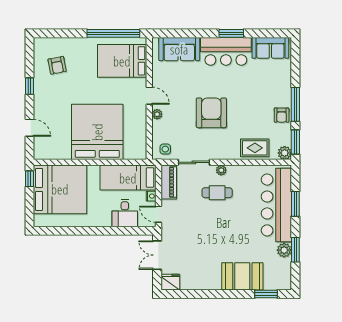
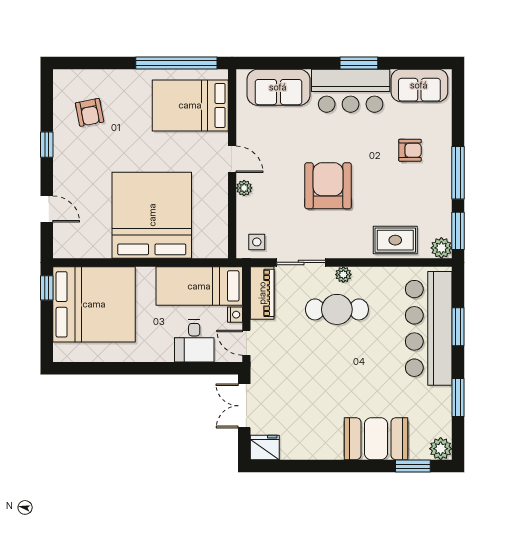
armchair: (282, 115) -> (410, 150), moved, turned -90
cafe table: (217, 193) -> (337, 309), width x1.37, depth x1.35
plant: (284, 250) -> (441, 449), moved

